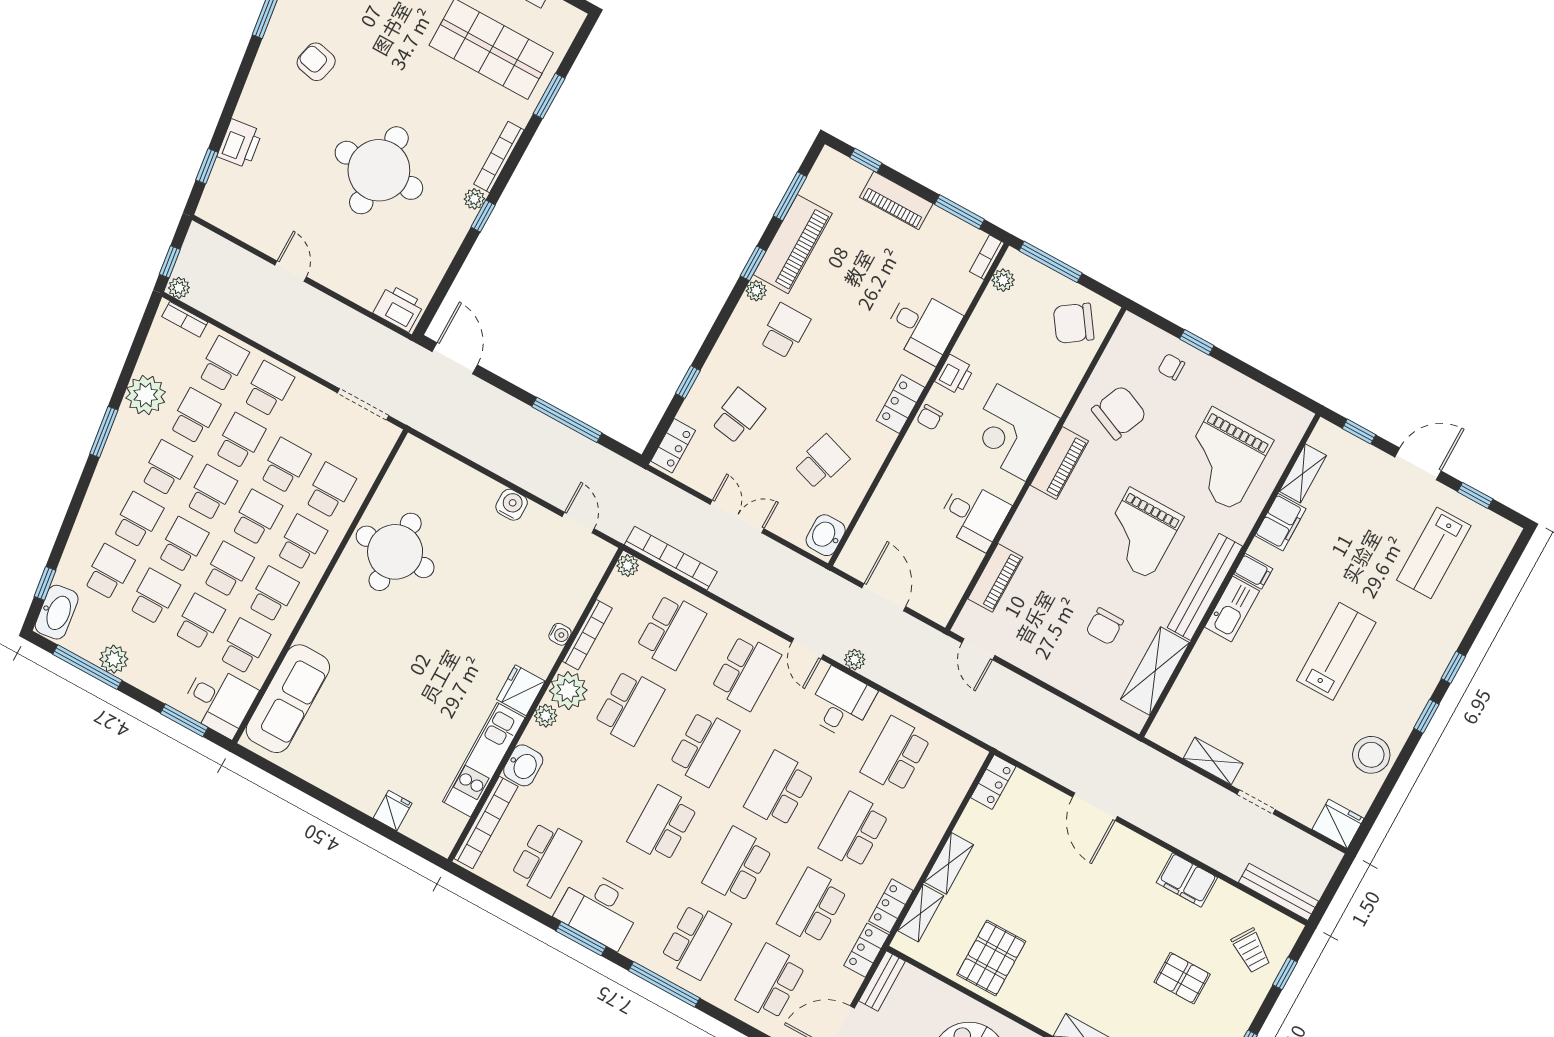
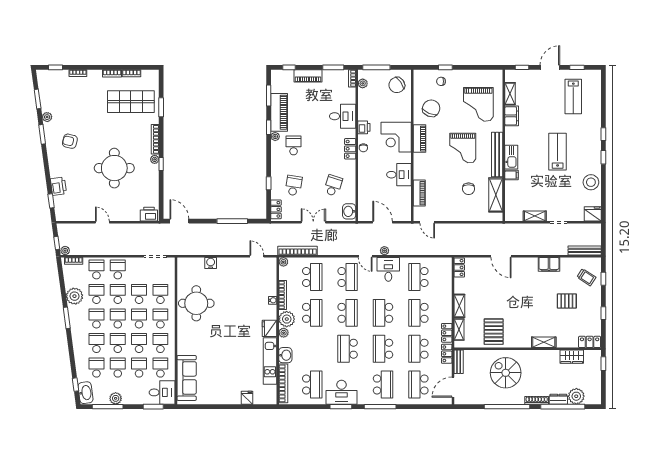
water cooler: (512, 505) -> (211, 263), moved
filing cabinet: (1253, 571) -> (511, 175), moved

